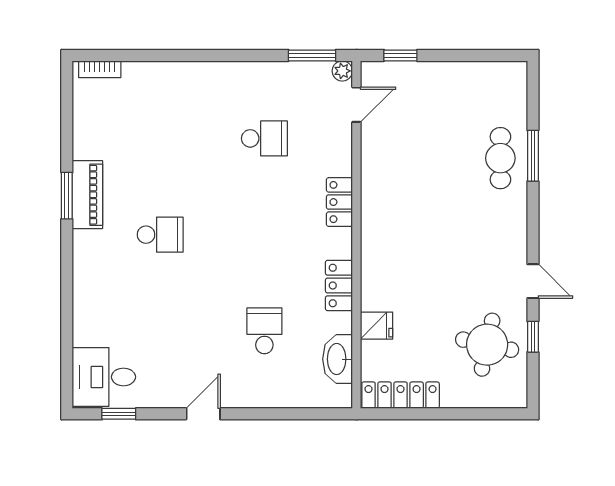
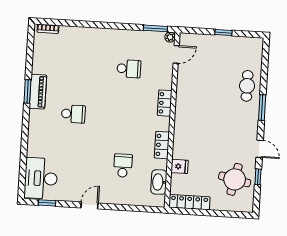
window: (400, 55) -> (223, 32), moved
window: (533, 156) -> (262, 108), moved
desk: (104, 377) -> (41, 178), width x1.37

